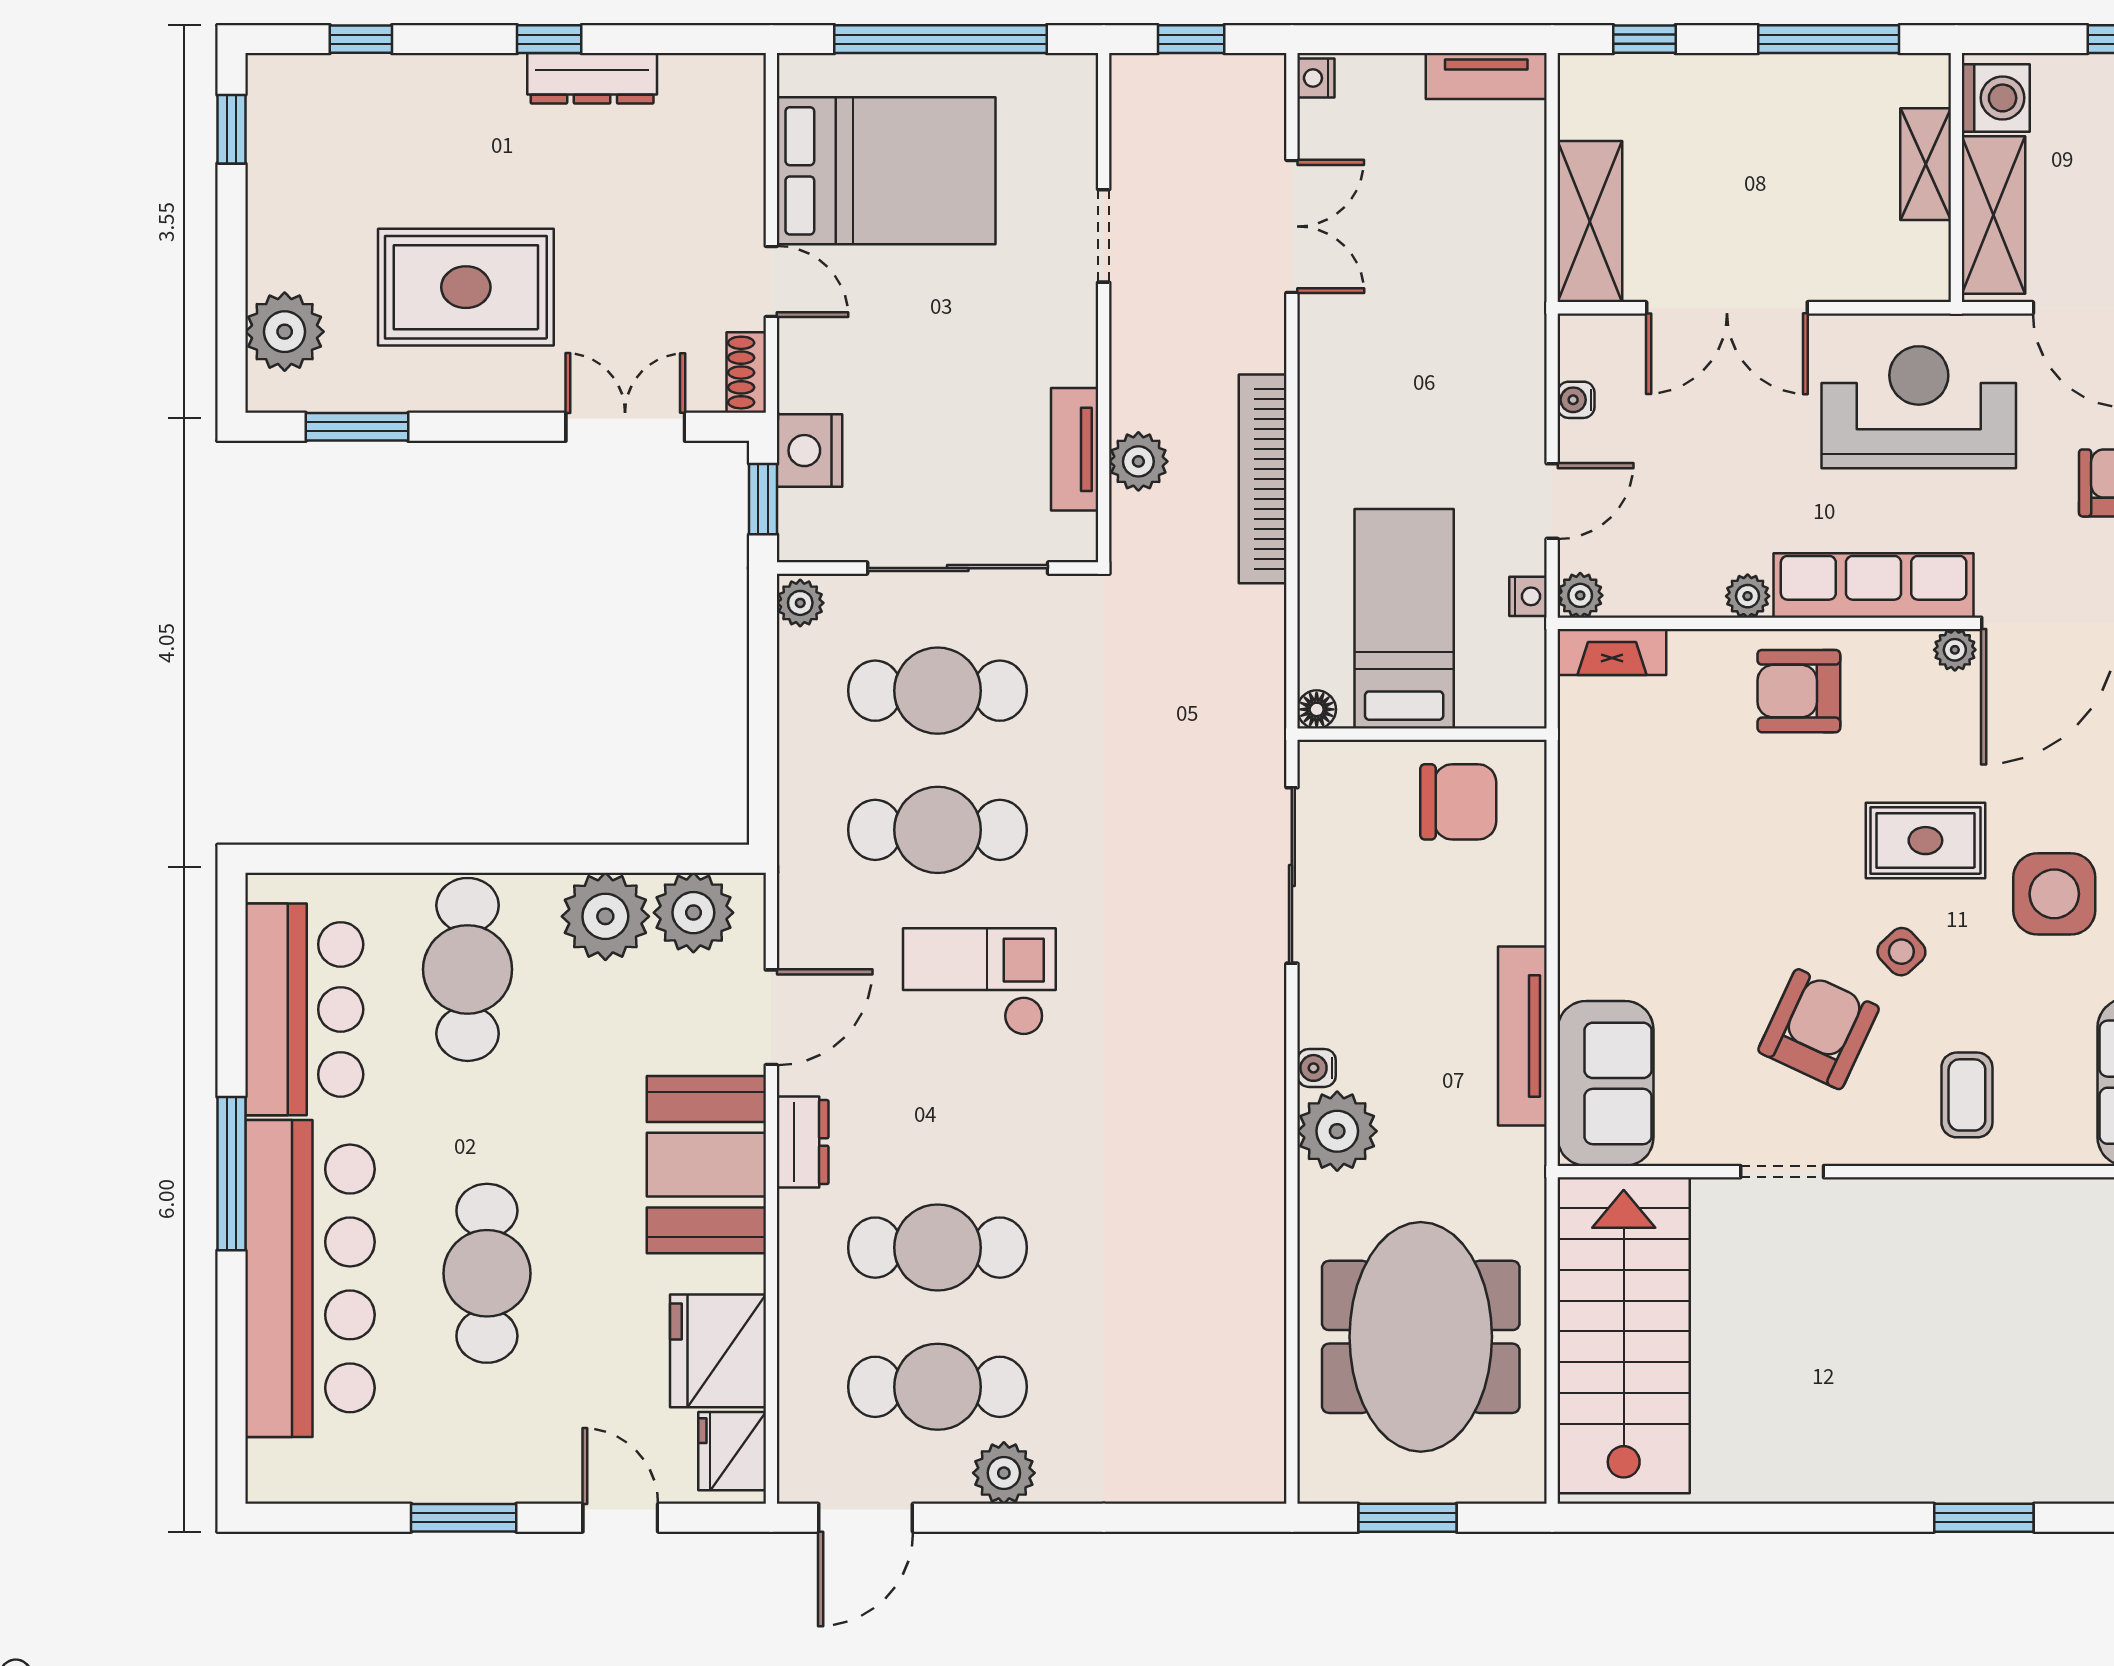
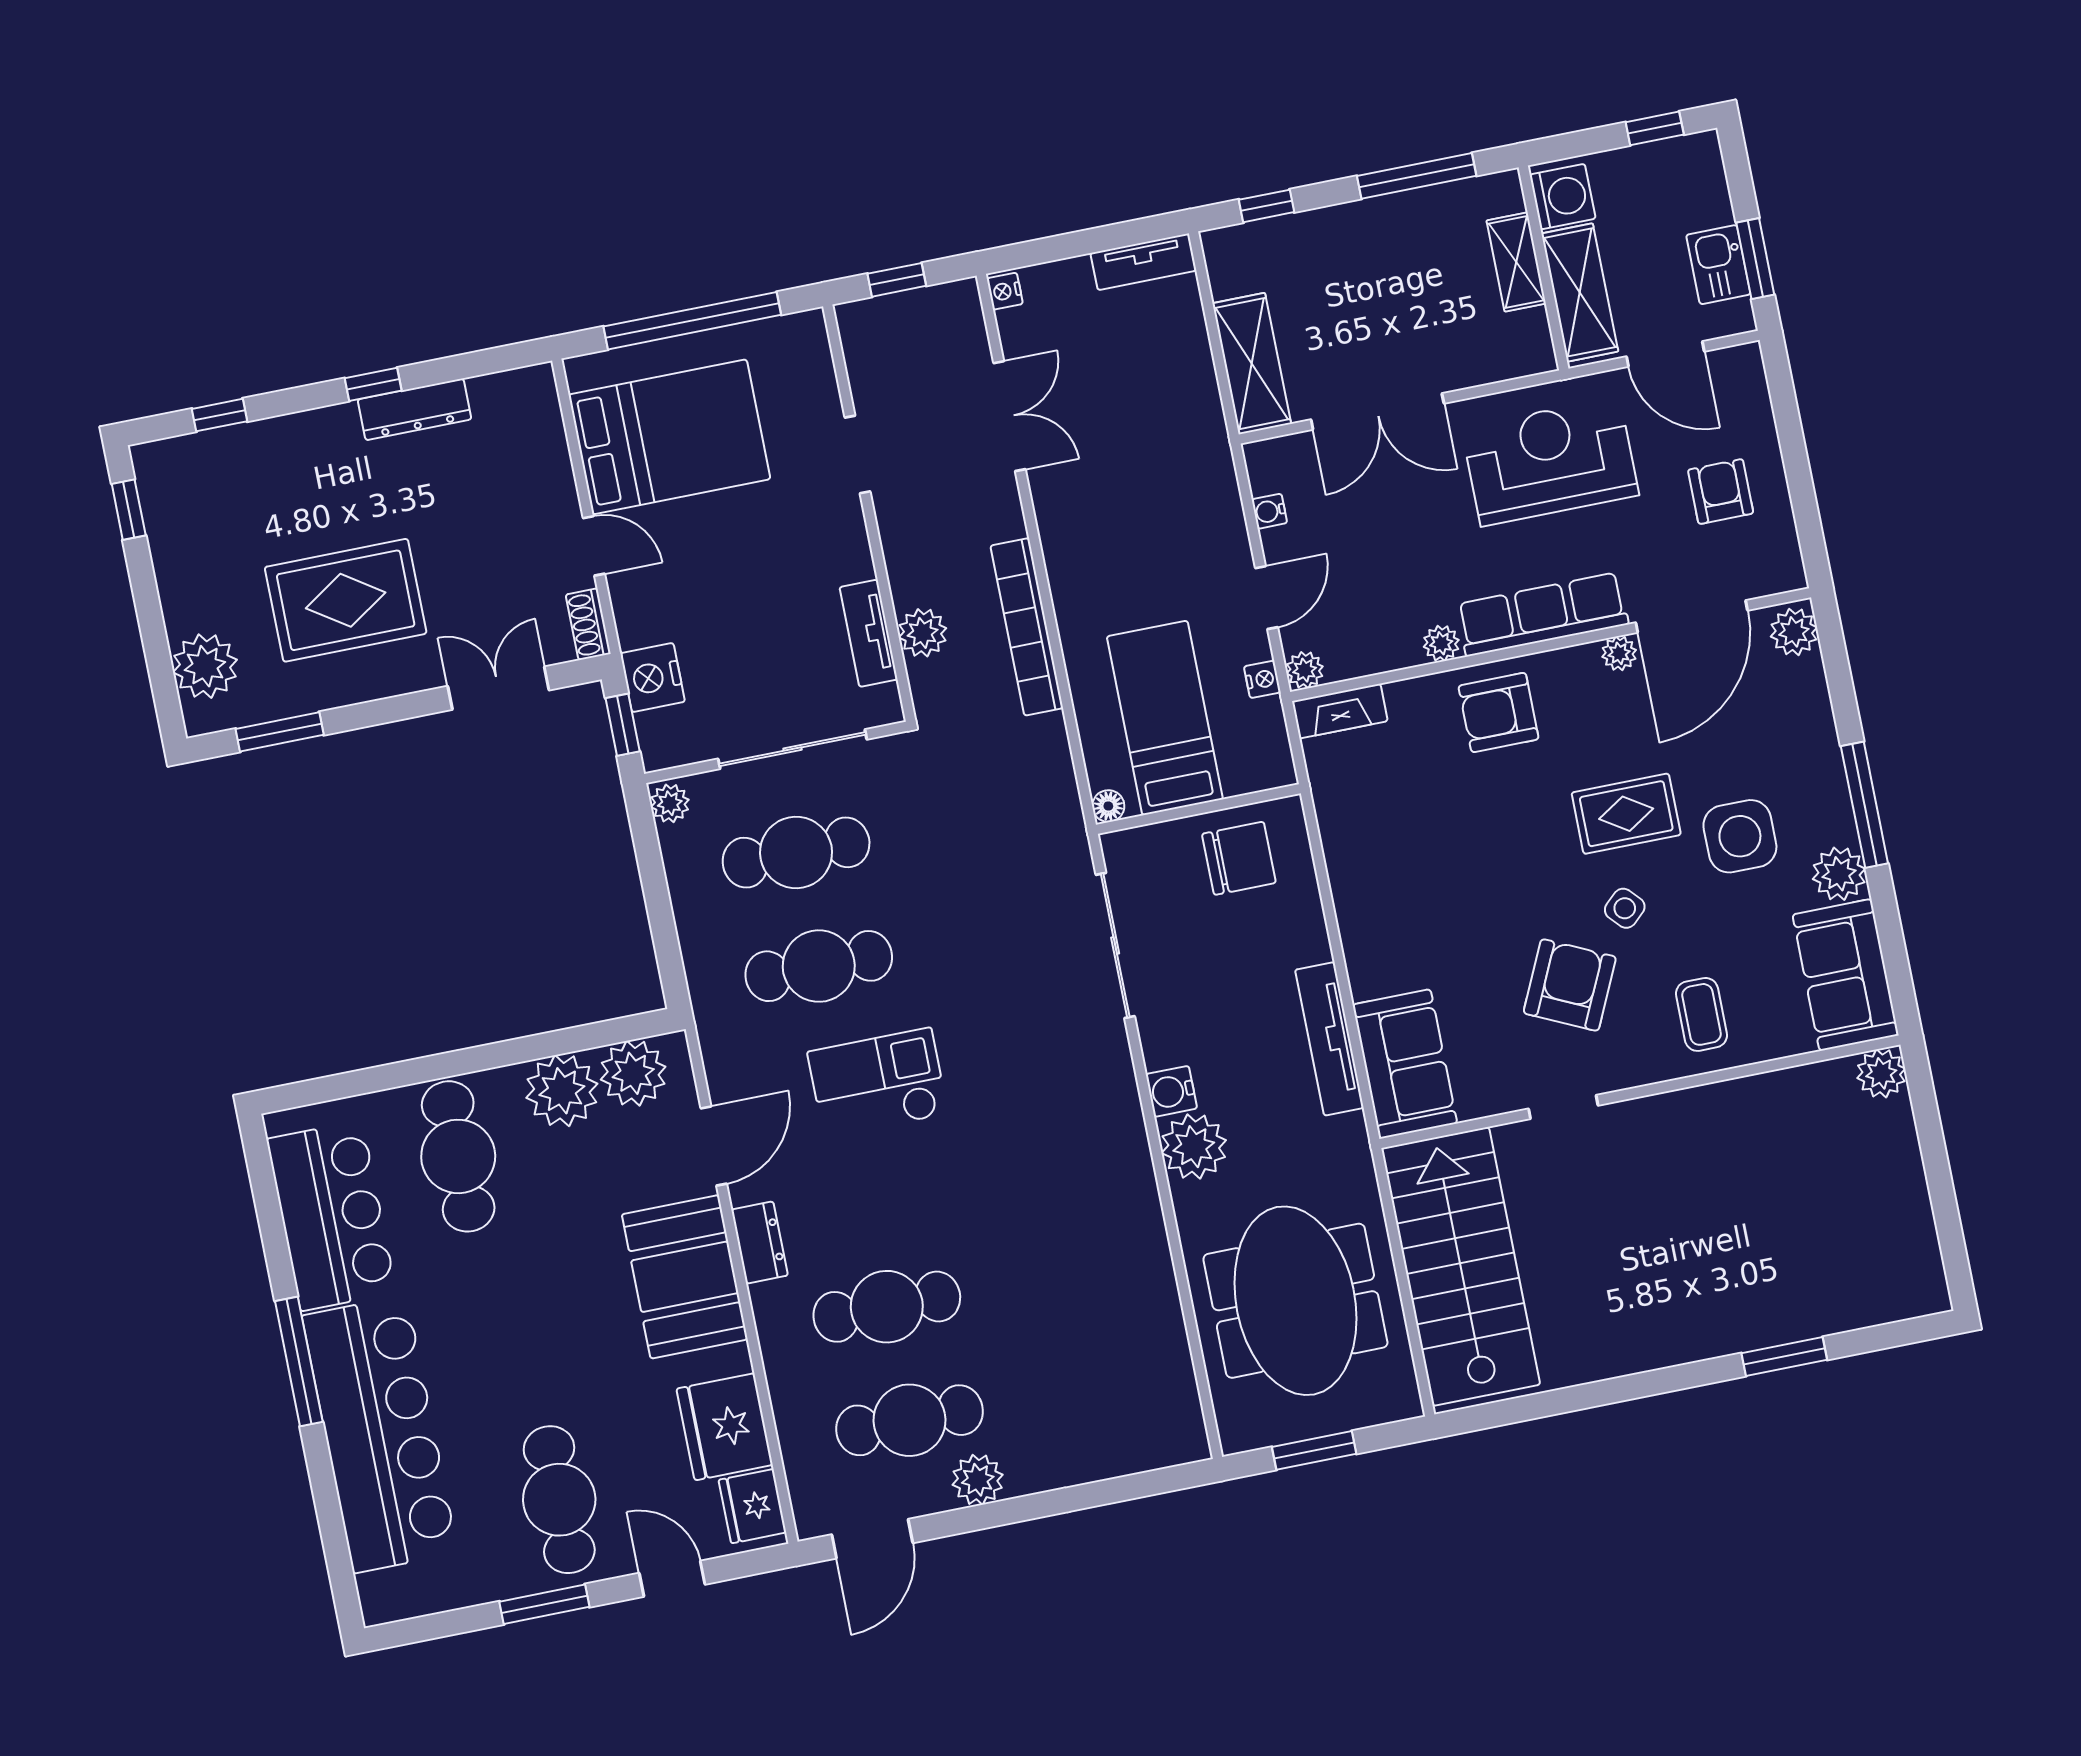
water cooler: (1317, 1068) -> (1171, 1091), width x1.38, depth x1.38
cafe table: (487, 1273) -> (559, 1500), moved

